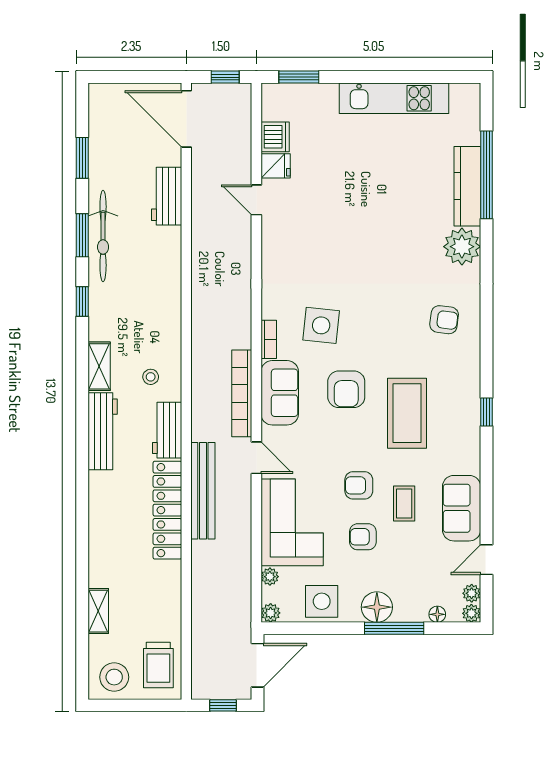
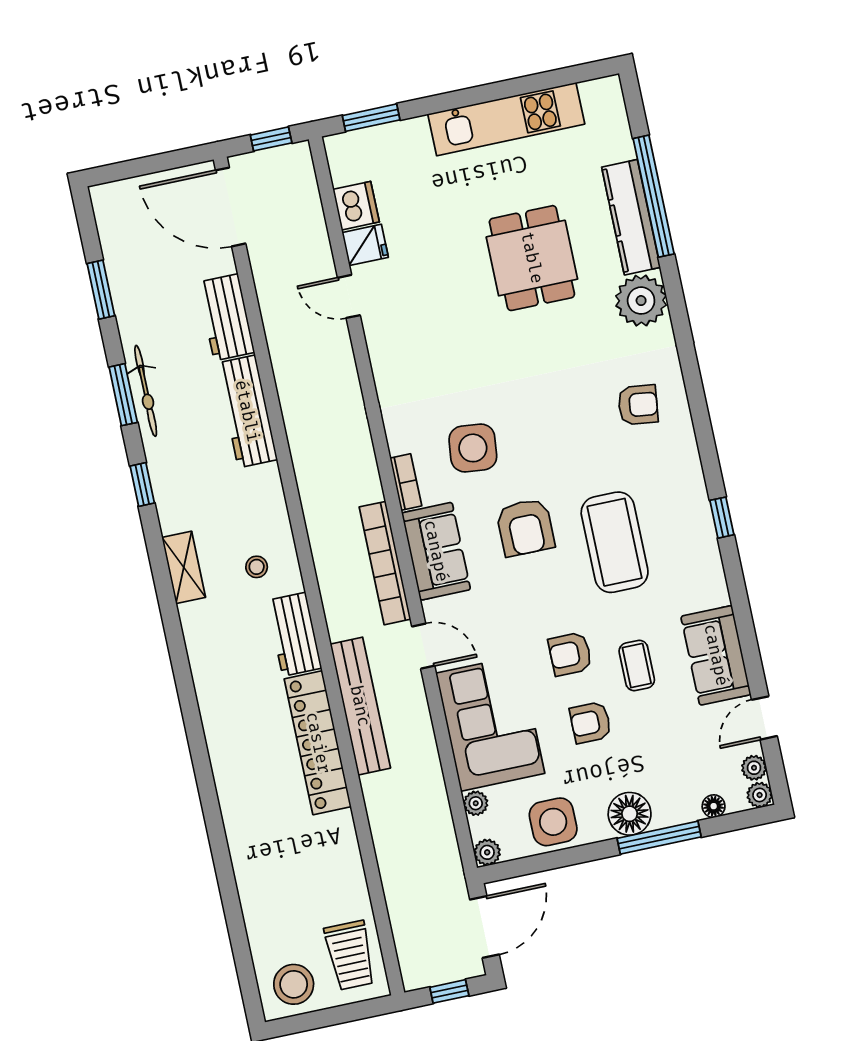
dining table: (391, 200) -> (532, 258), added
bicycle: (103, 236) -> (146, 391), width x0.73, depth x0.71
workbench: (103, 431) -> (247, 411), moved, turned 180
shelving: (98, 611) -> (253, 899), removed

